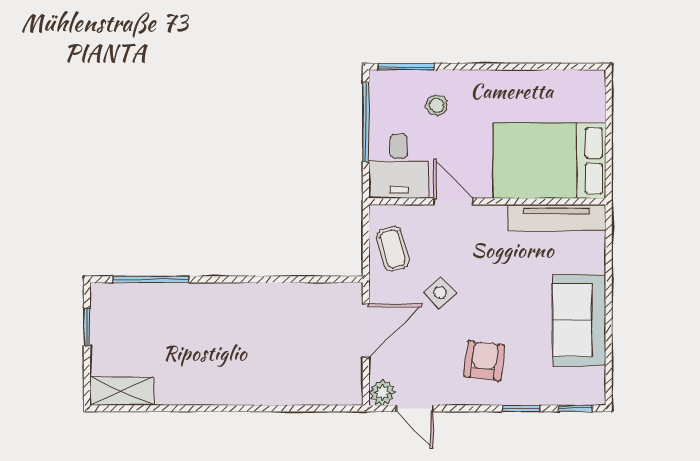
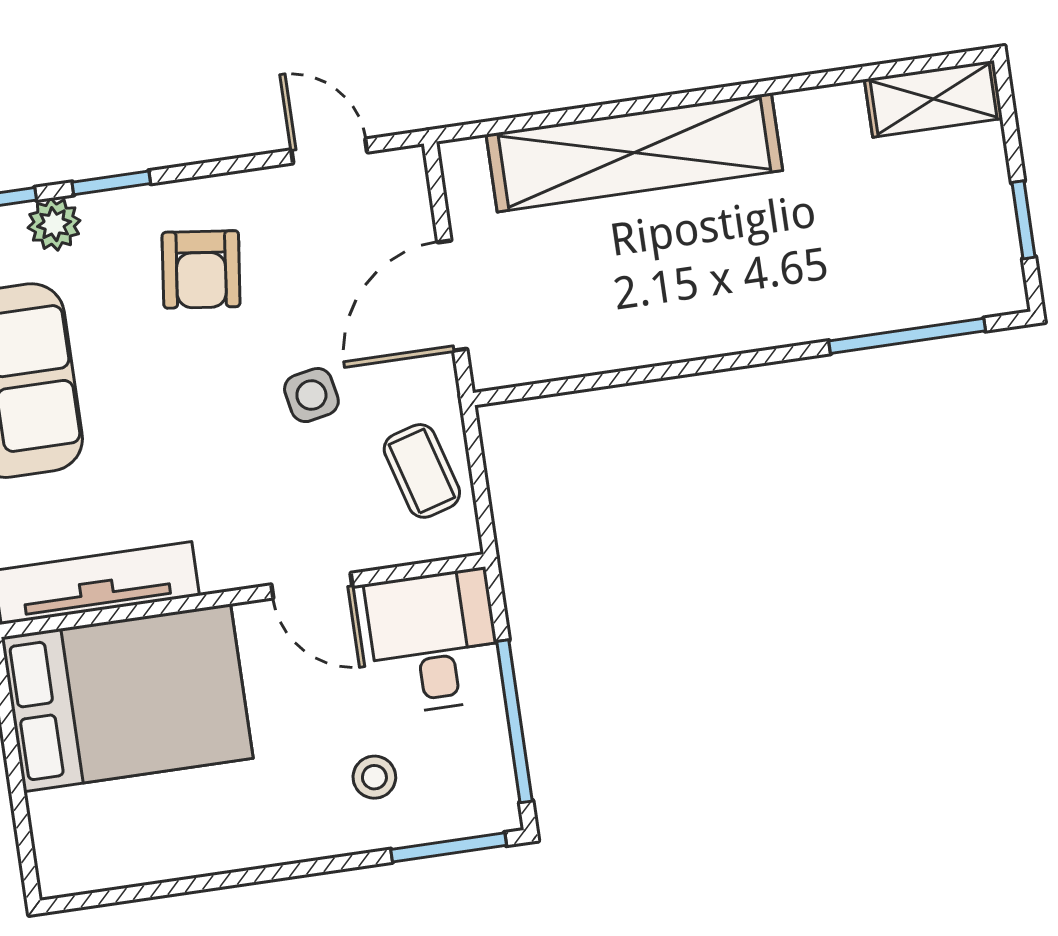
side table: (440, 293) -> (311, 395), turned 31
shelving: (269, 386) -> (634, 152), added
plant: (382, 393) -> (54, 224), moved

